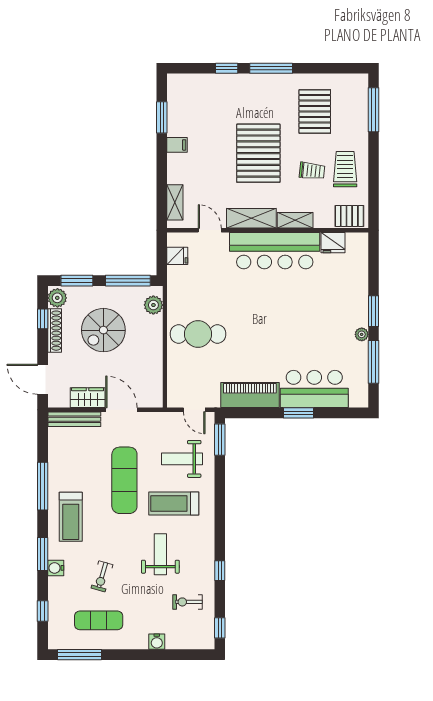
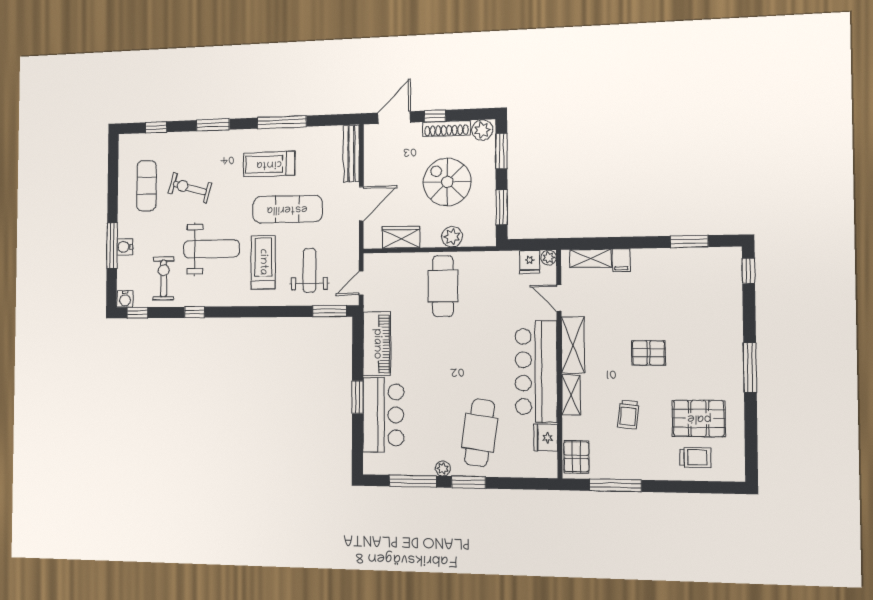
window: (227, 68) -> (749, 271), moved
window: (373, 110) -> (615, 485), moved
filing cabinet: (177, 145) -> (621, 260), moved
pallet: (258, 153) -> (648, 353), width x0.49, depth x0.50
trolley: (345, 169) -> (695, 457), moved, width x0.73, depth x0.72
door: (210, 230) -> (559, 298), swing flipped
plant: (174, 239) -> (549, 258), added
window: (128, 281) -> (502, 207), width x0.69
cafe table: (329, 301) -> (480, 433), added
plant: (153, 305) -> (452, 237), moved
window: (43, 319) -> (435, 116), moved
wardrobe: (88, 398) -> (401, 237), moved, turned -90
treadmill: (71, 517) -> (269, 164), moved
weight bench: (160, 554) -> (212, 249), width x1.36, depth x1.33
water cooler: (56, 568) -> (125, 299), moved, turned 180
exercise bike: (102, 576) -> (190, 188), width x1.38, depth x1.39
exercise bike: (188, 602) -> (164, 278), width x1.38, depth x1.39
window: (79, 655) -> (112, 246), moved

